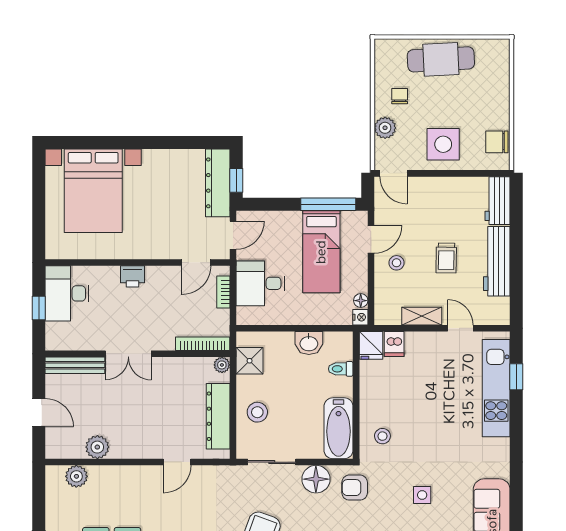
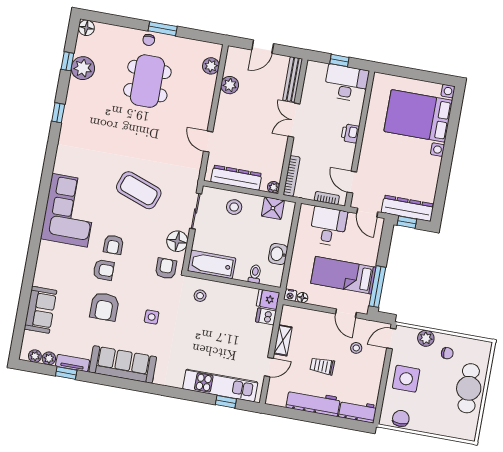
stool: (396, 263) -> (356, 348), moved

